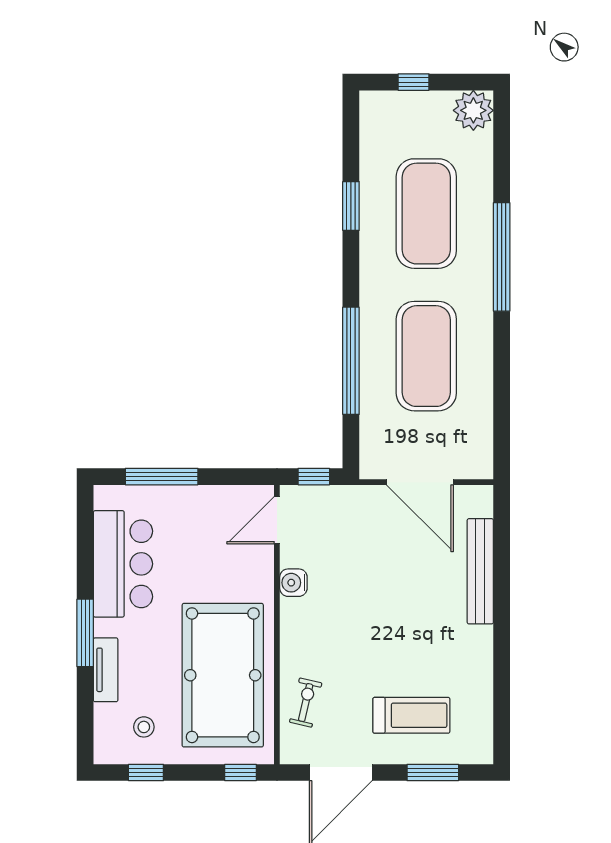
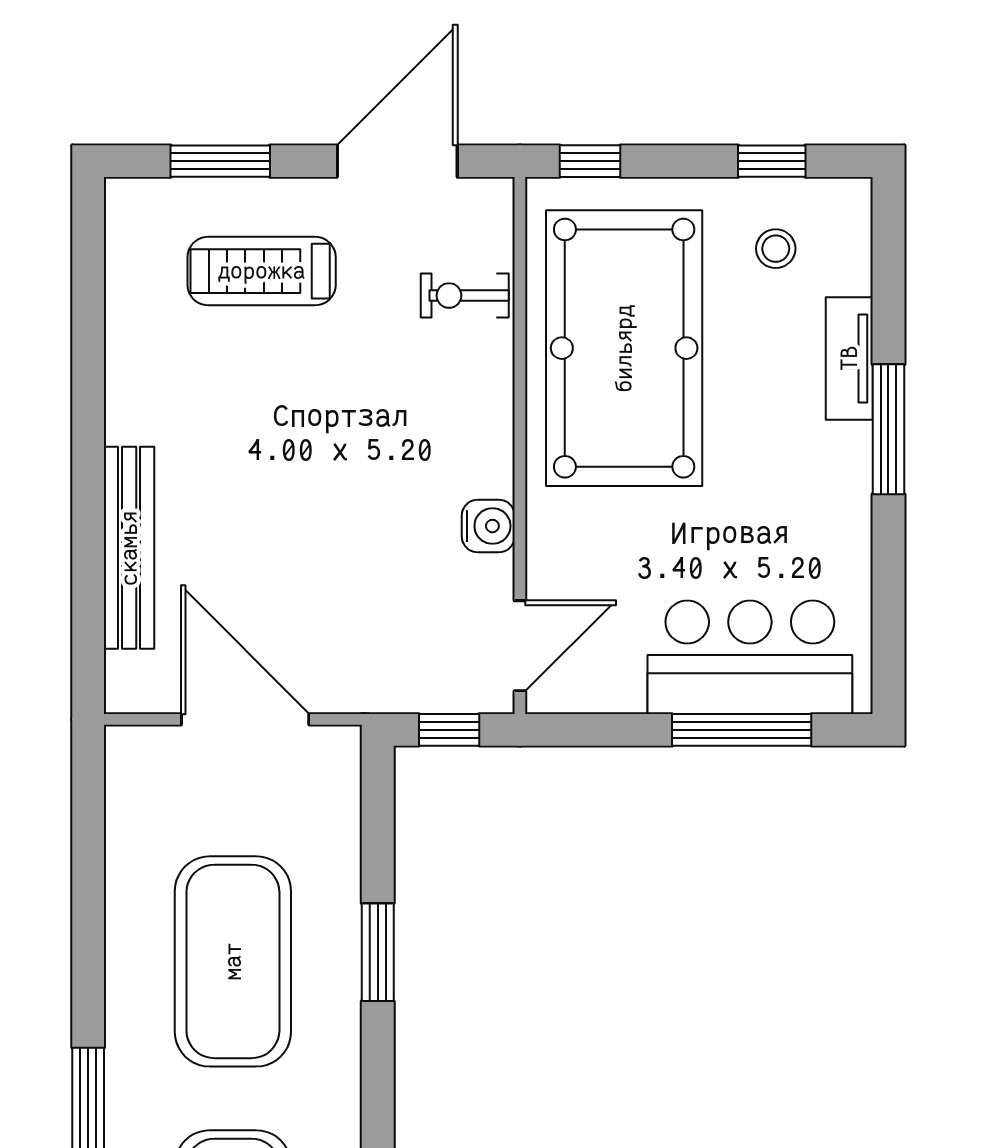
window: (351, 361) -> (378, 952), width x0.47
bar counter: (123, 564) -> (750, 657), moved, turned 90
exercise bike: (306, 703) -> (465, 296), turned 77

